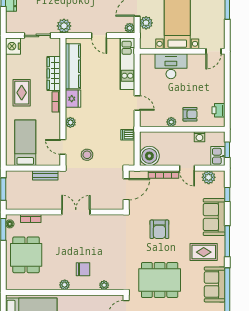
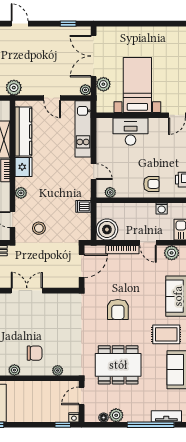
plant: (171, 122) -> (110, 192), moved

